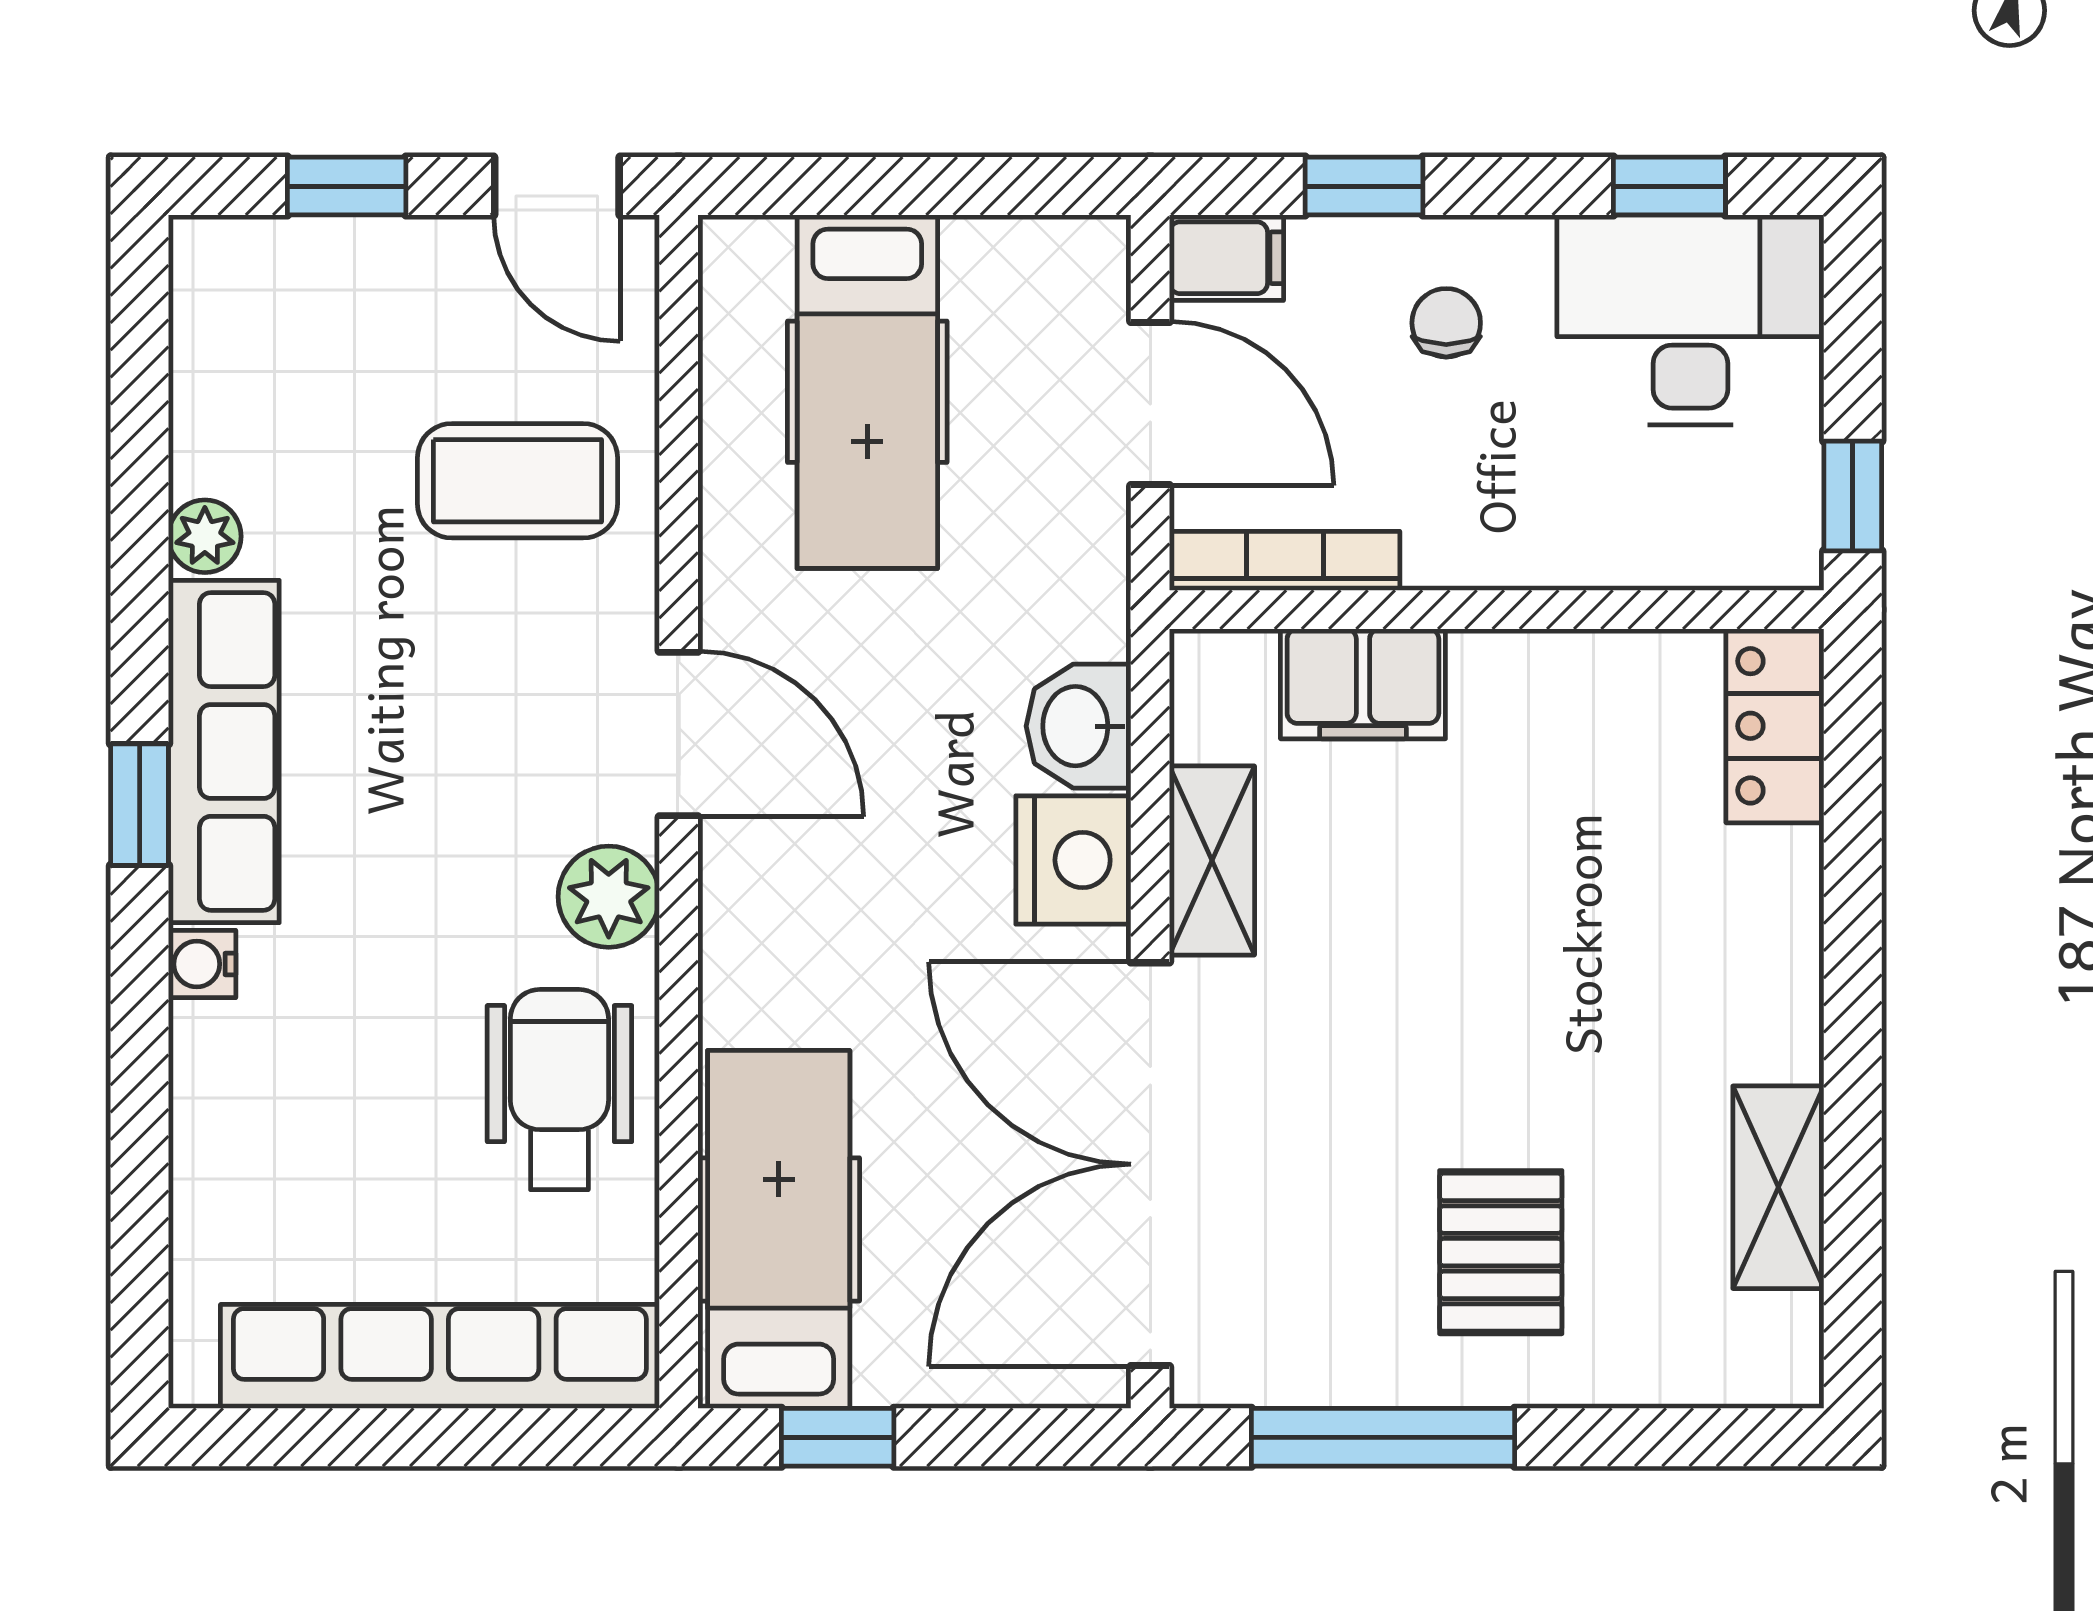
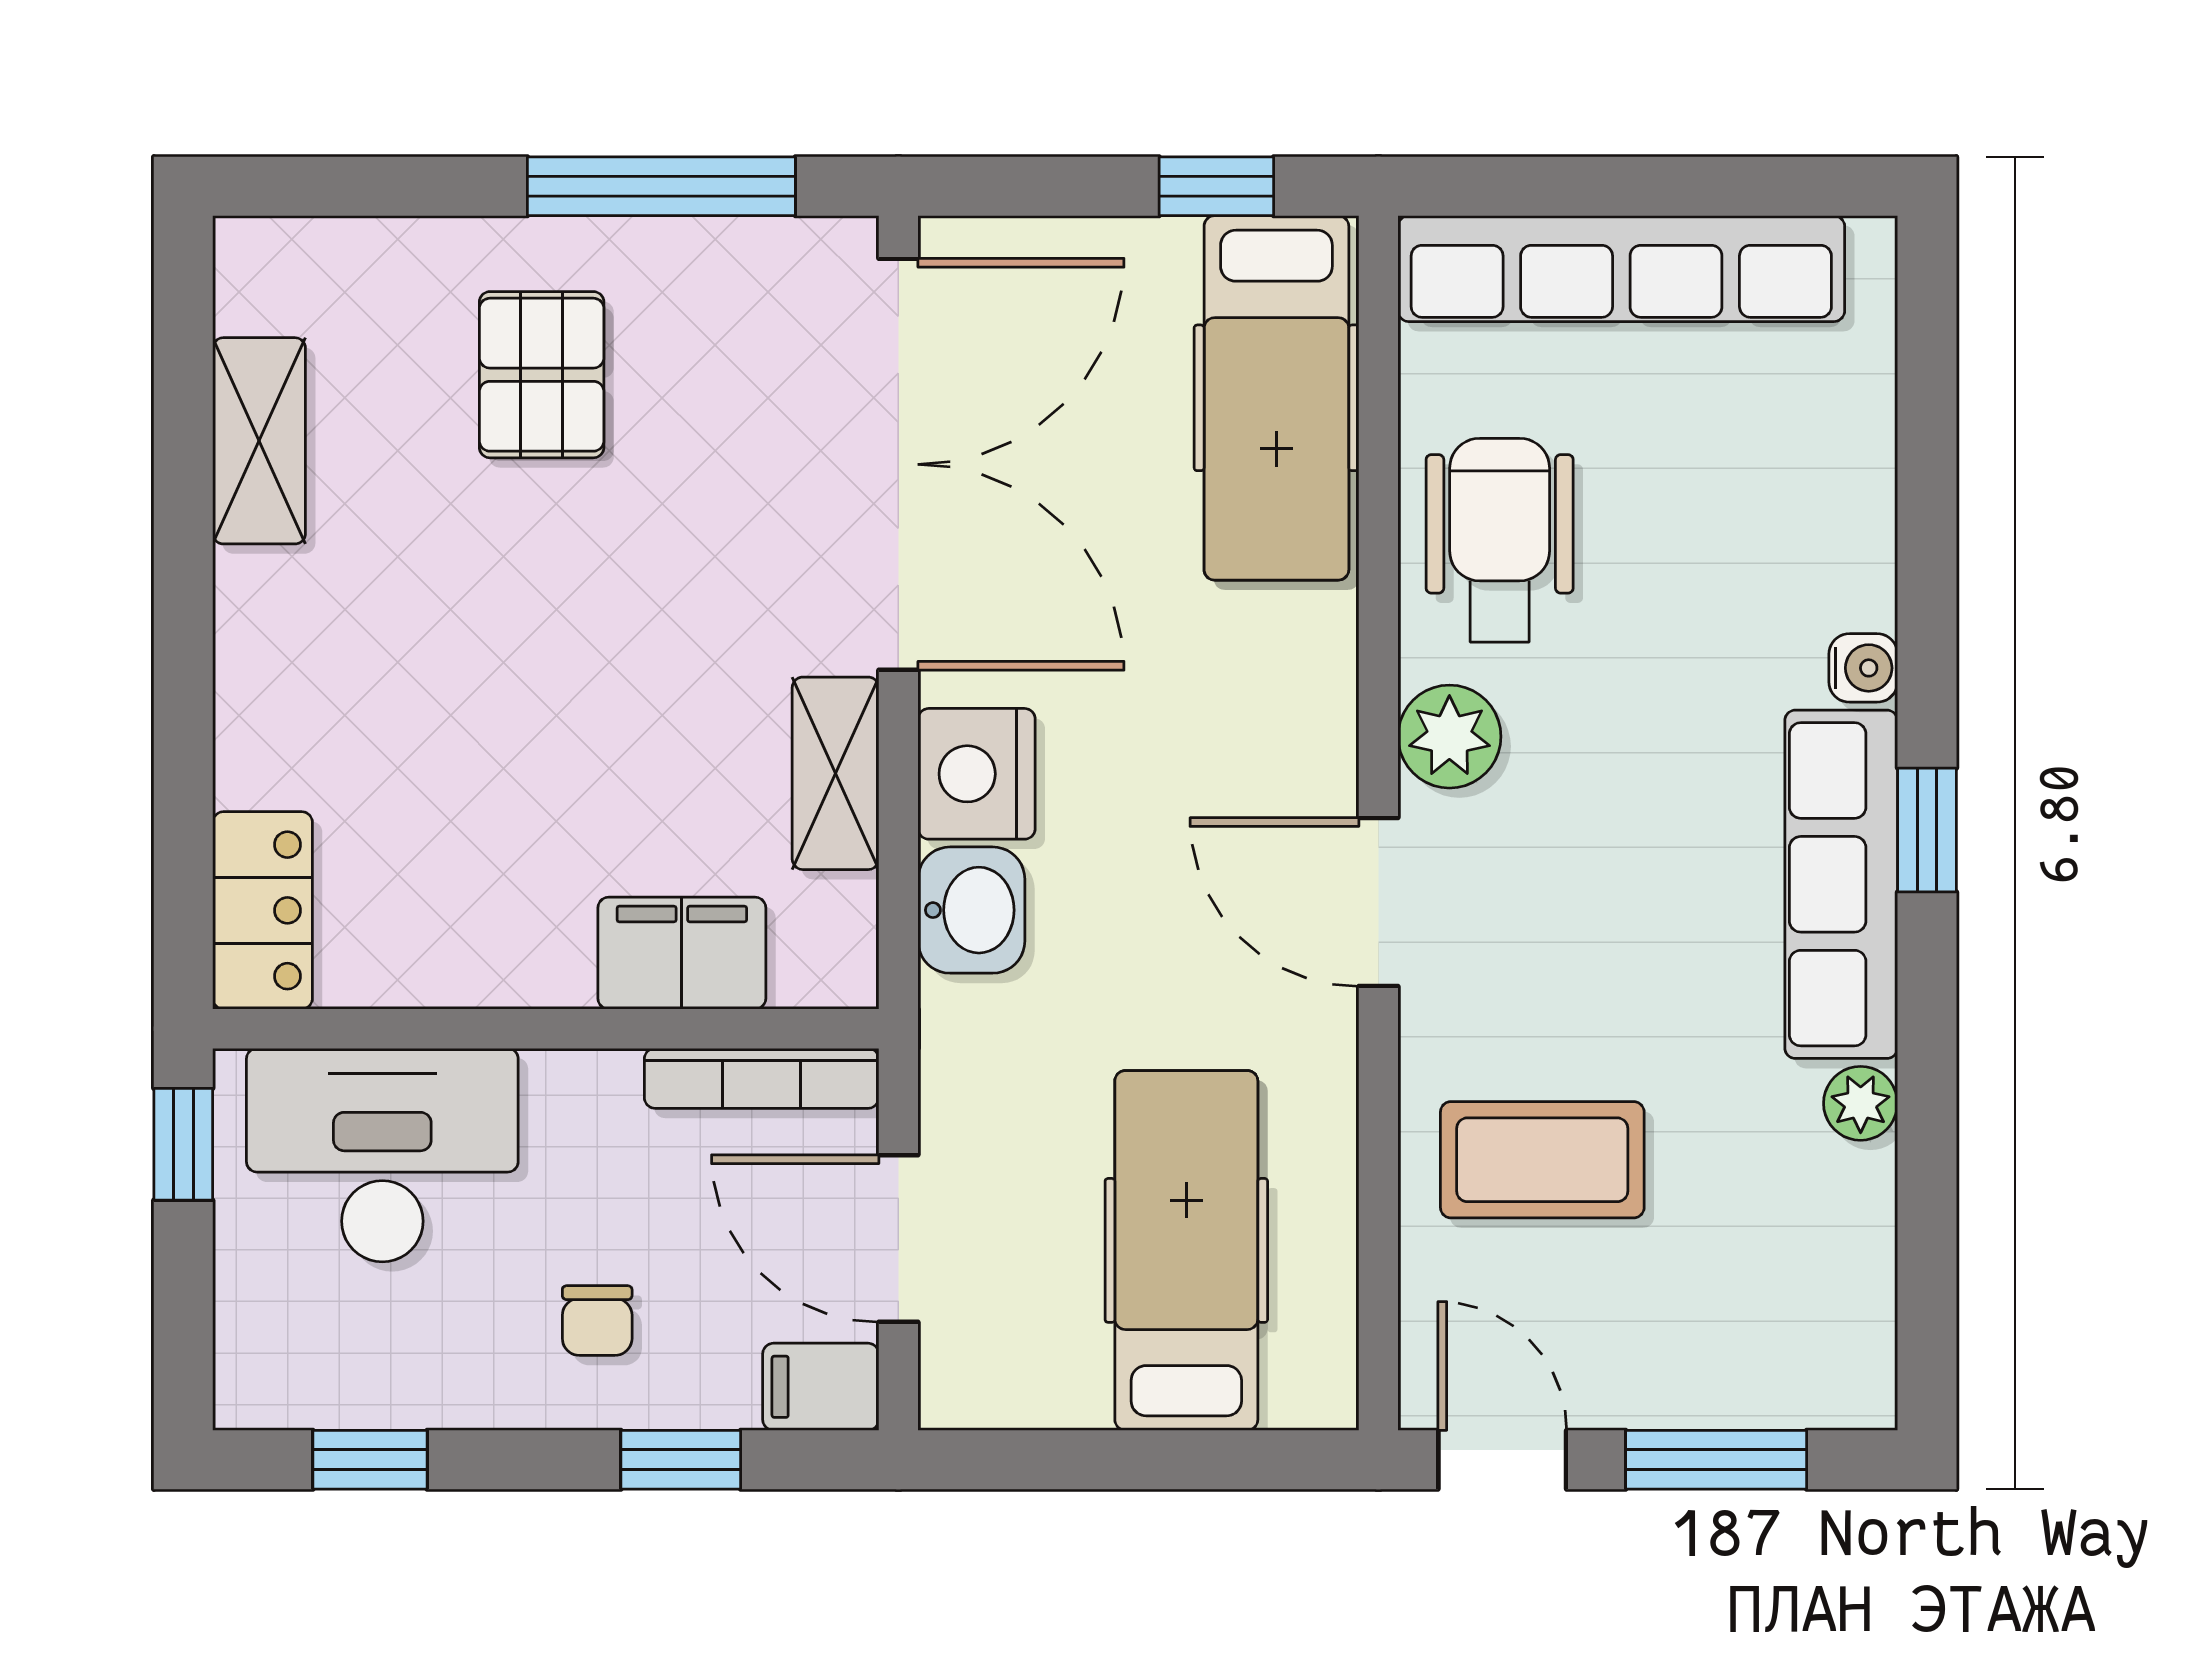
window: (347, 186) -> (1716, 1460), width x1.50
desk: (1690, 320) -> (382, 1155), moved, turned 180
wheelchair: (559, 1090) -> (1500, 540), turned 180

